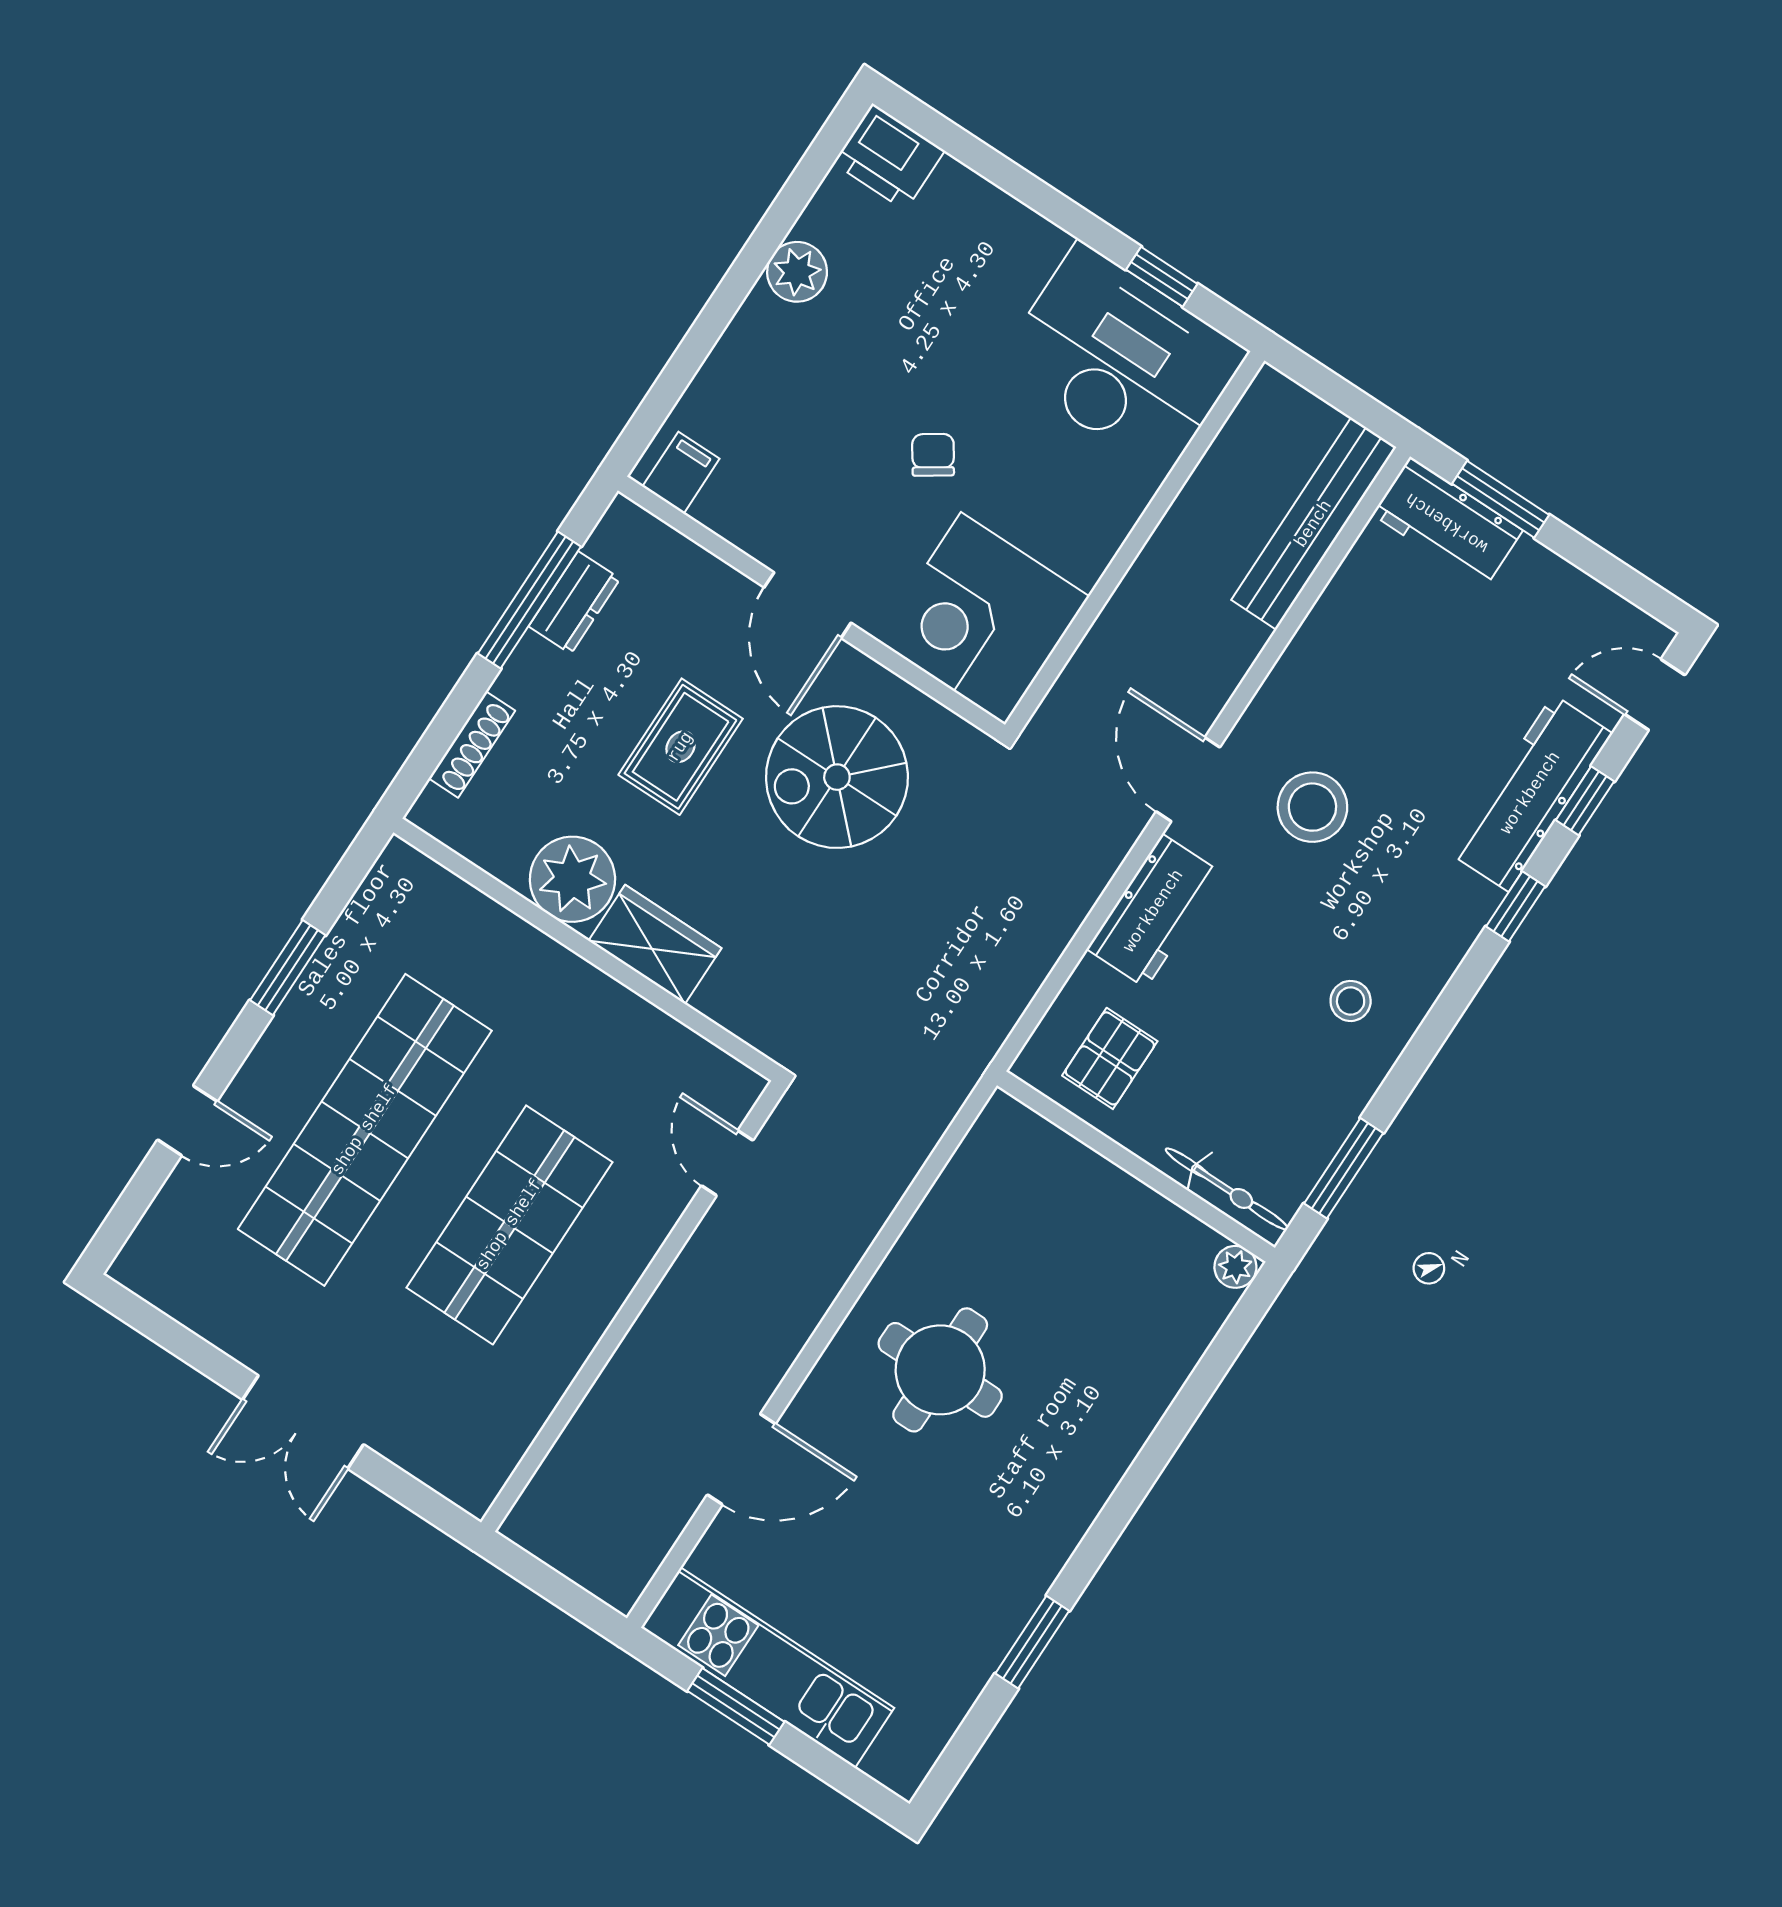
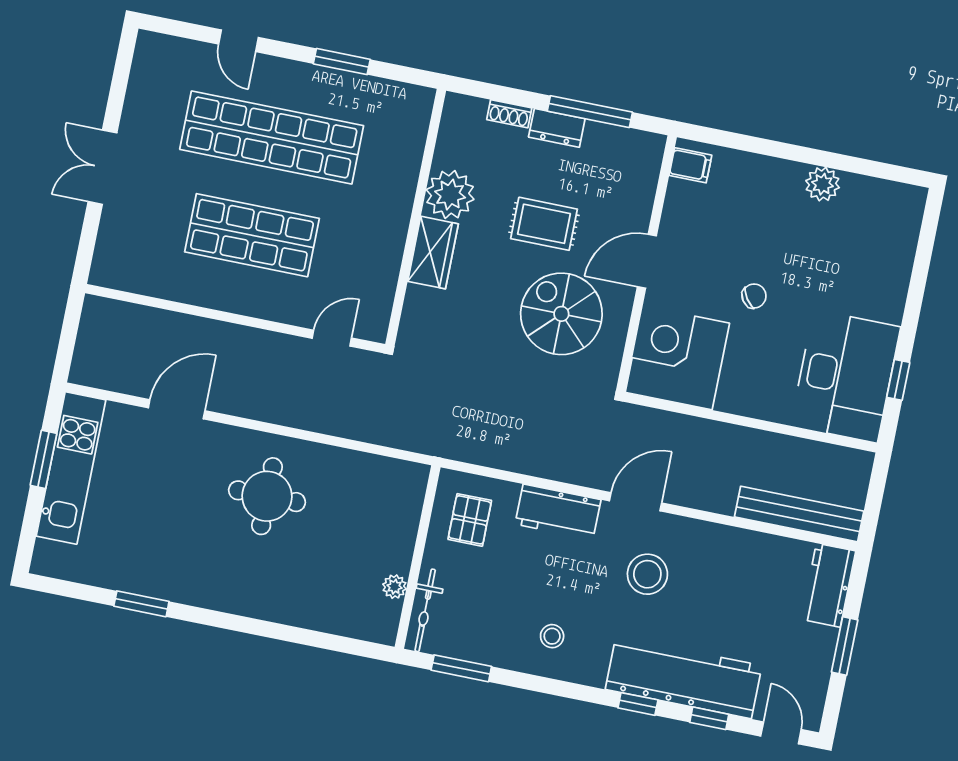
printer: (889, 157) -> (904, 208), removed
window: (1501, 499) -> (845, 646), moved
dresser: (574, 603) -> (557, 128), moved
shoe rack: (472, 745) -> (509, 114), width x0.70
workbench: (1531, 793) -> (684, 677), width x1.36, depth x1.32
pallet: (1110, 1058) -> (470, 520), turned 90
plant: (1235, 1267) -> (394, 587), moved
door: (741, 1459) -> (177, 409), swing flipped

